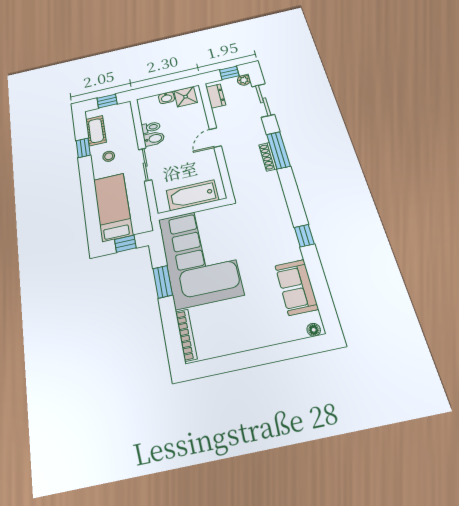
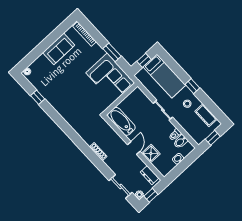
shower: (186, 97) -> (151, 153), moved
bidet: (154, 139) -> (180, 142), moved
window: (83, 148) -> (192, 86), moved
window: (278, 150) -> (95, 159), removed
bathtub: (192, 195) -> (121, 121), moved, turned -90
window: (304, 236) -> (38, 97), moved
corner sofa: (200, 256) -> (110, 78), width x0.73, depth x0.74
sofa: (296, 287) -> (59, 49), moved, turned 90

